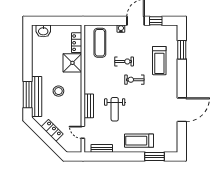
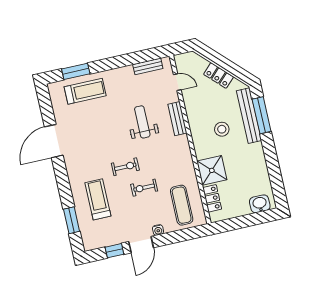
treadmill: (139, 141) -> (85, 91), moved

